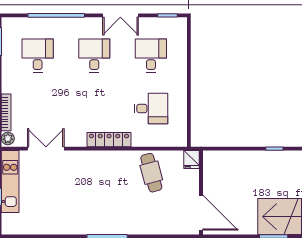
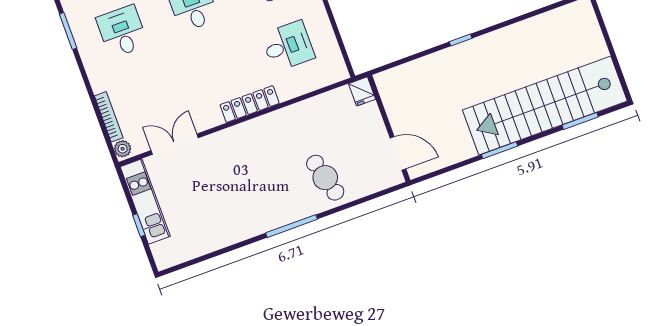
cafe table: (151, 173) -> (325, 178), moved
door: (201, 213) -> (398, 153), width x0.73

